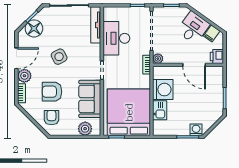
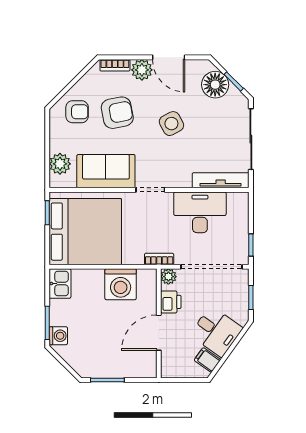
printer: (217, 56) -> (171, 302), moved, turned 90
armchair: (52, 92) -> (117, 113), turned 79
kitchen sink: (160, 110) -> (60, 283), moved, turned -90

